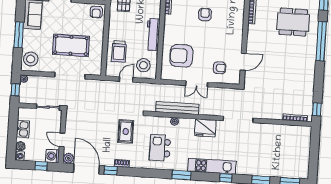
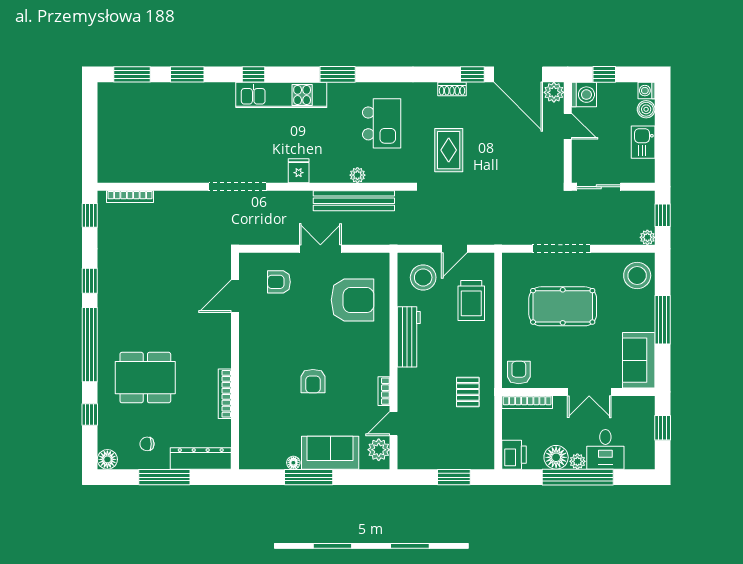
trolley: (119, 51) -> (471, 300), turned 180
window: (319, 75) -> (90, 281), added
fridge: (205, 128) -> (299, 171), width x0.53, depth x0.75

